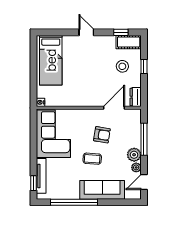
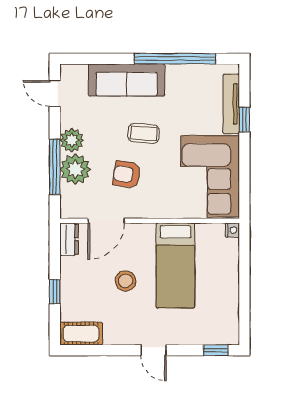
window: (121, 32) -> (216, 350), moved
bed: (51, 60) -> (175, 265), moved, turned 180
stool: (122, 66) -> (126, 281), moved
plant: (136, 167) -> (75, 169), moved, width x1.87, depth x1.87
door: (144, 182) -> (55, 94), swing flipped
window: (33, 183) -> (244, 119), moved

